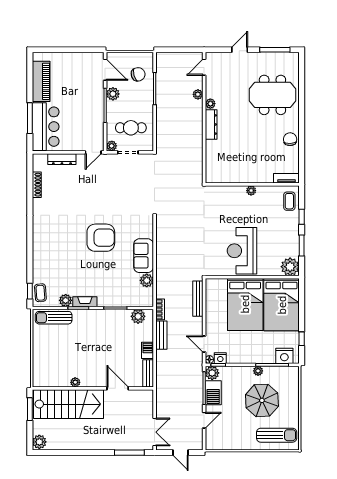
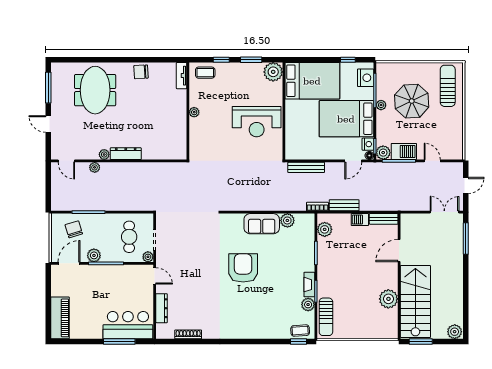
piano: (41, 81) -> (60, 318), moved, turned 90
bed: (245, 304) -> (346, 119), moved, turned 180
plant: (75, 382) -> (388, 299), width x1.88, depth x1.88

